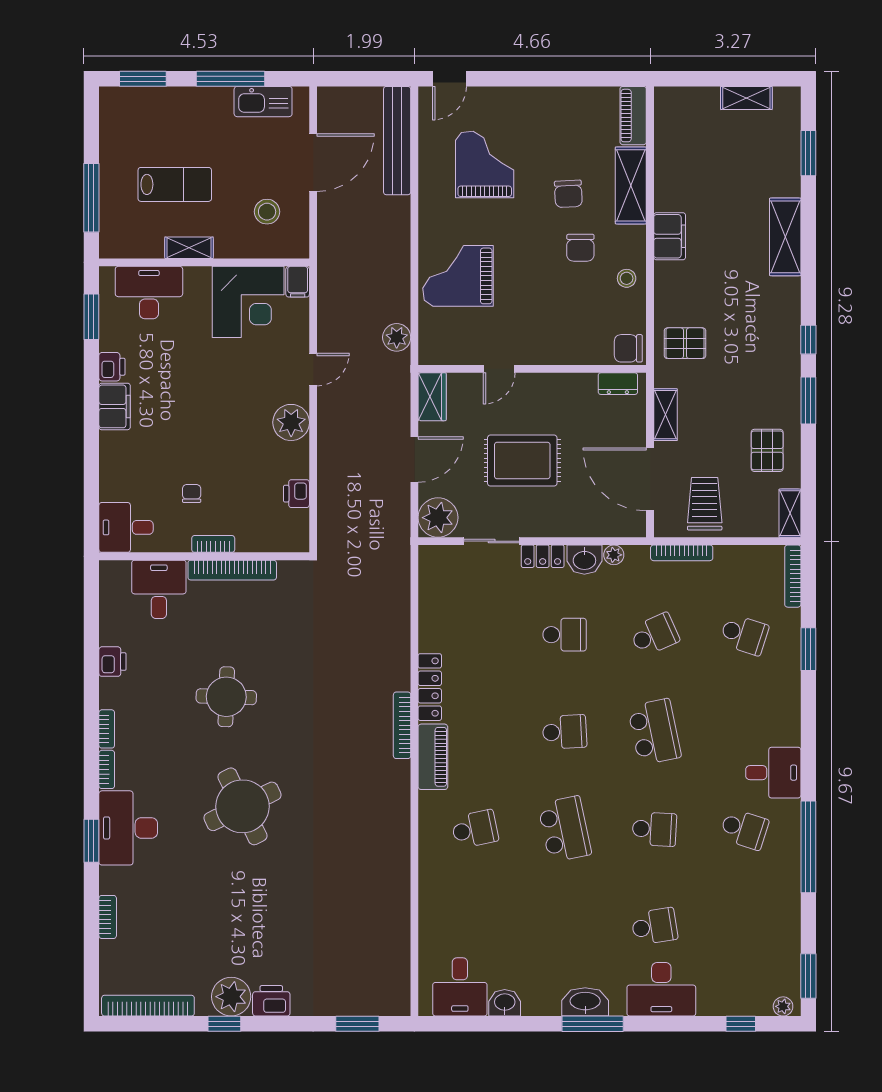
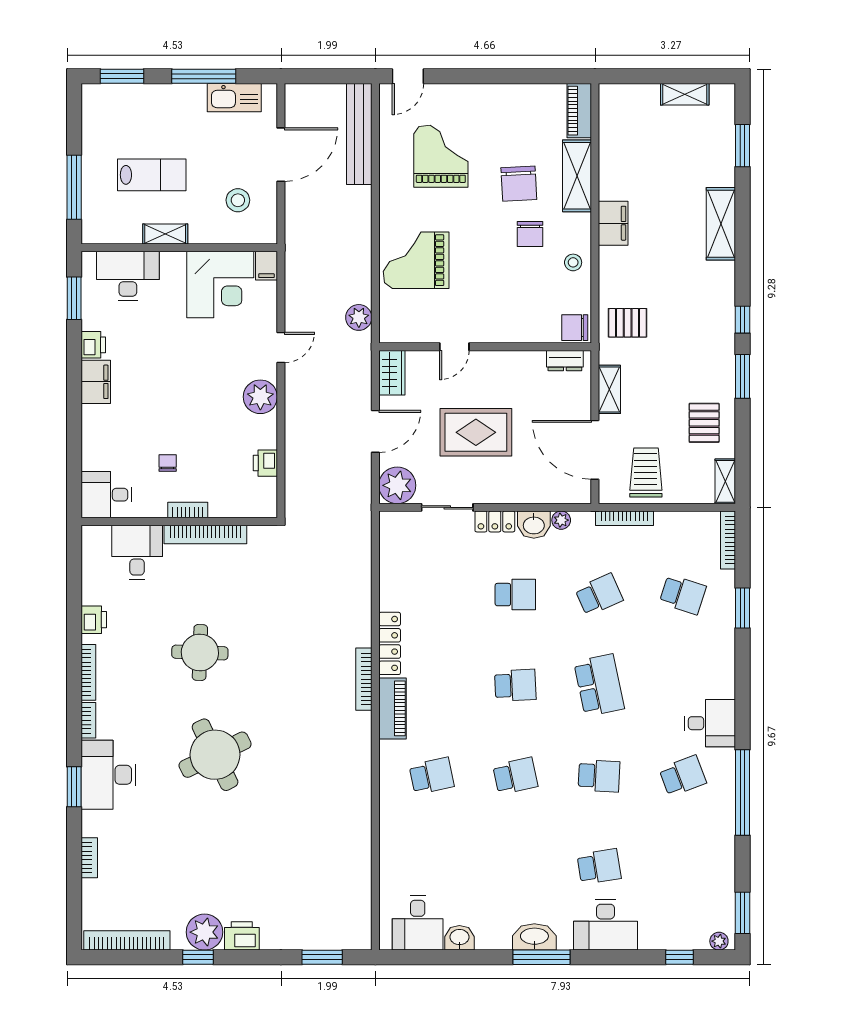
chair: (568, 194) -> (519, 184), width x1.37, depth x1.37
bookcase: (107, 729) -> (88, 672), width x1.56
school desk: (565, 829) -> (515, 776), width x0.54
school desk: (744, 829) -> (683, 776), turned -39

